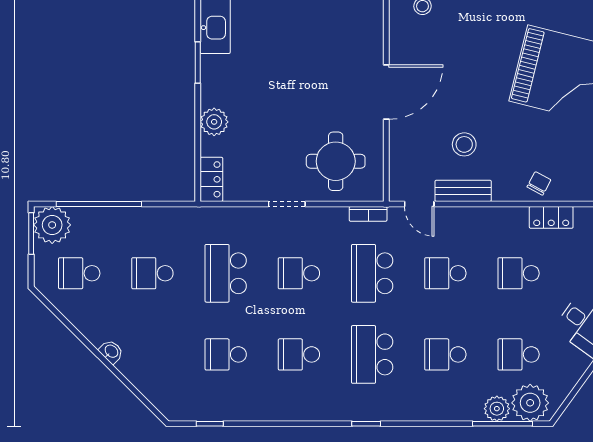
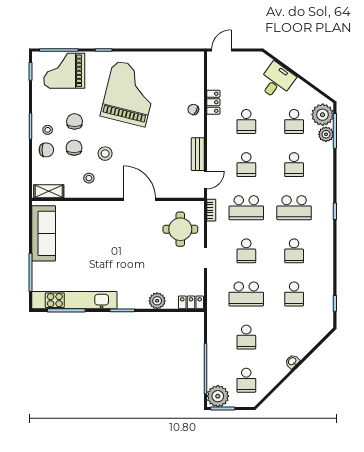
stool: (464, 144) -> (105, 154), moved

